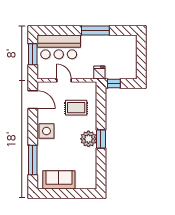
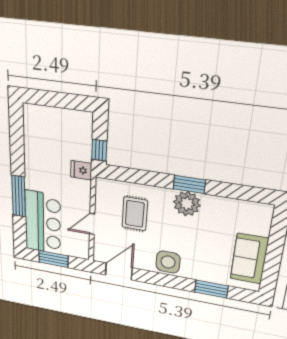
window: (95, 30) -> (19, 196), moved
window: (33, 160) -> (211, 289), width x0.69

